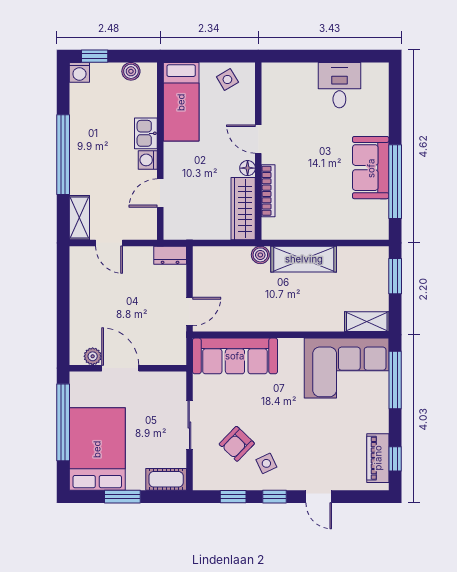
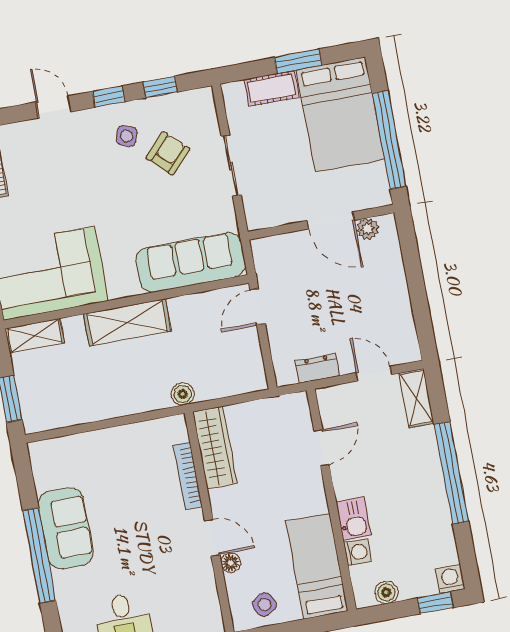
washing machine: (148, 160) -> (357, 552), moved
floor lamp: (248, 168) -> (231, 563), moved
window: (395, 182) -> (39, 555), moved
dresser: (170, 255) -> (317, 368), moved
shelving: (304, 259) -> (127, 322), moved
side table: (266, 463) -> (127, 136), turned 45
cot: (166, 479) -> (271, 88), moved

